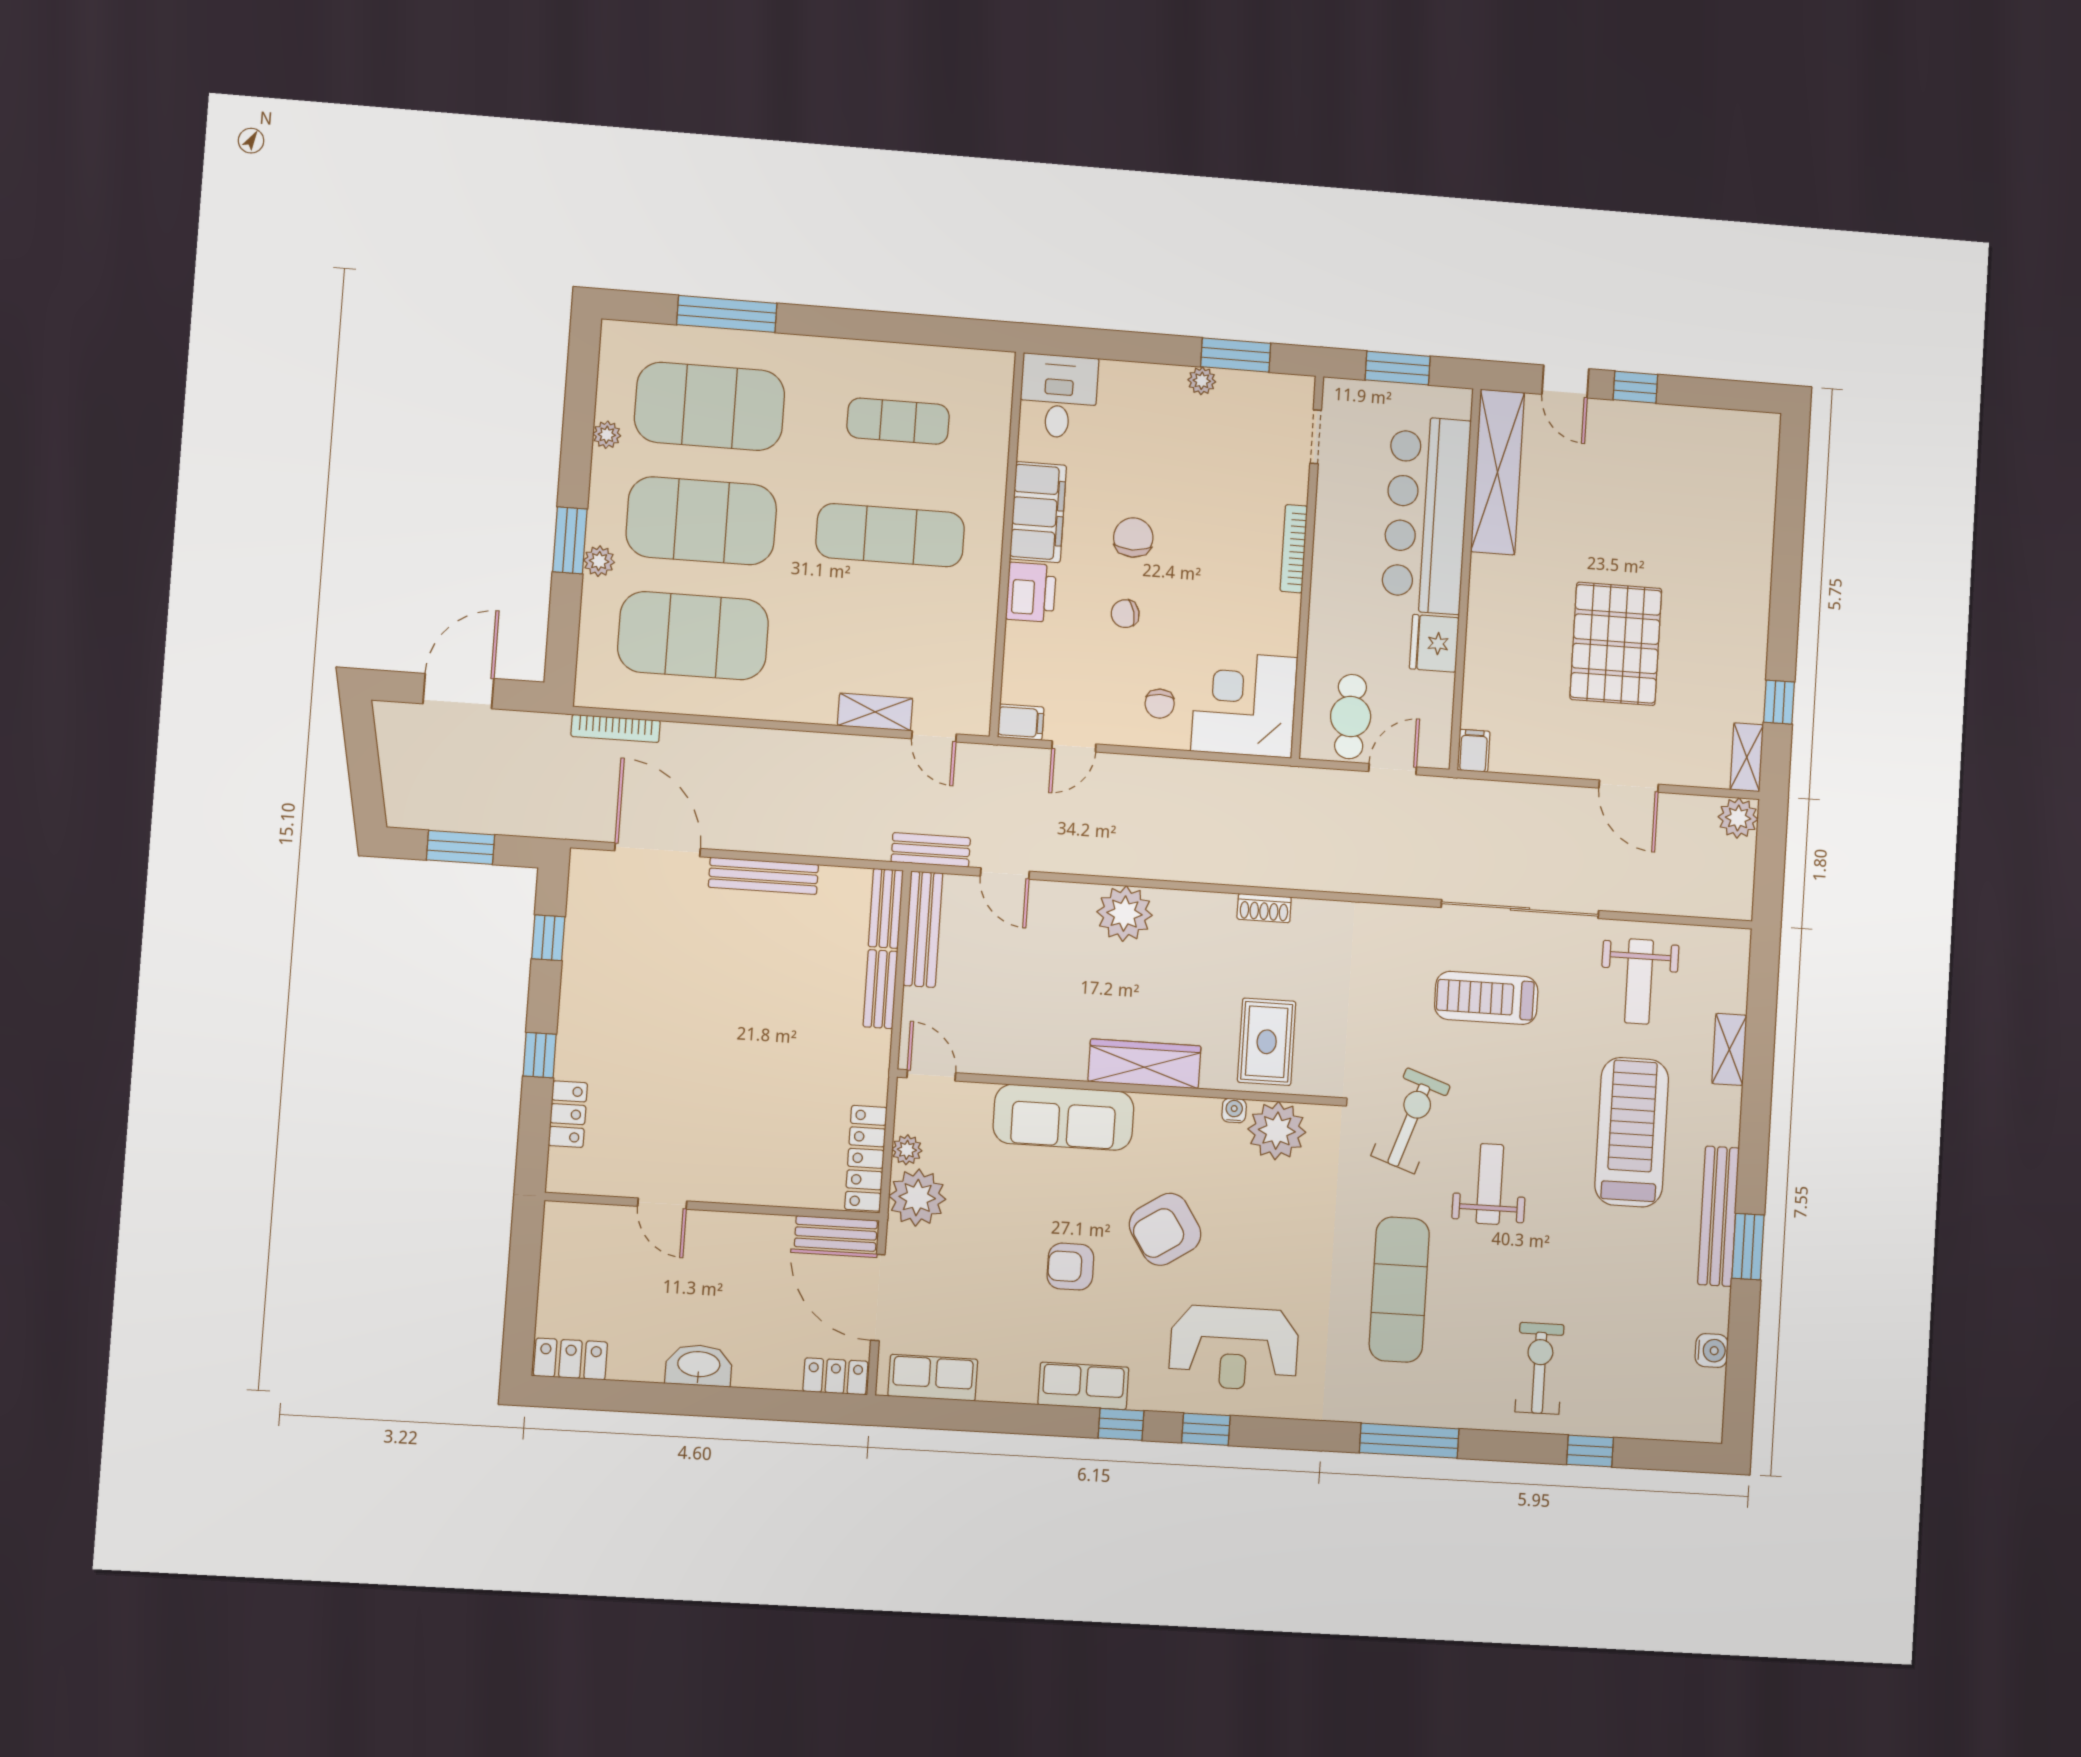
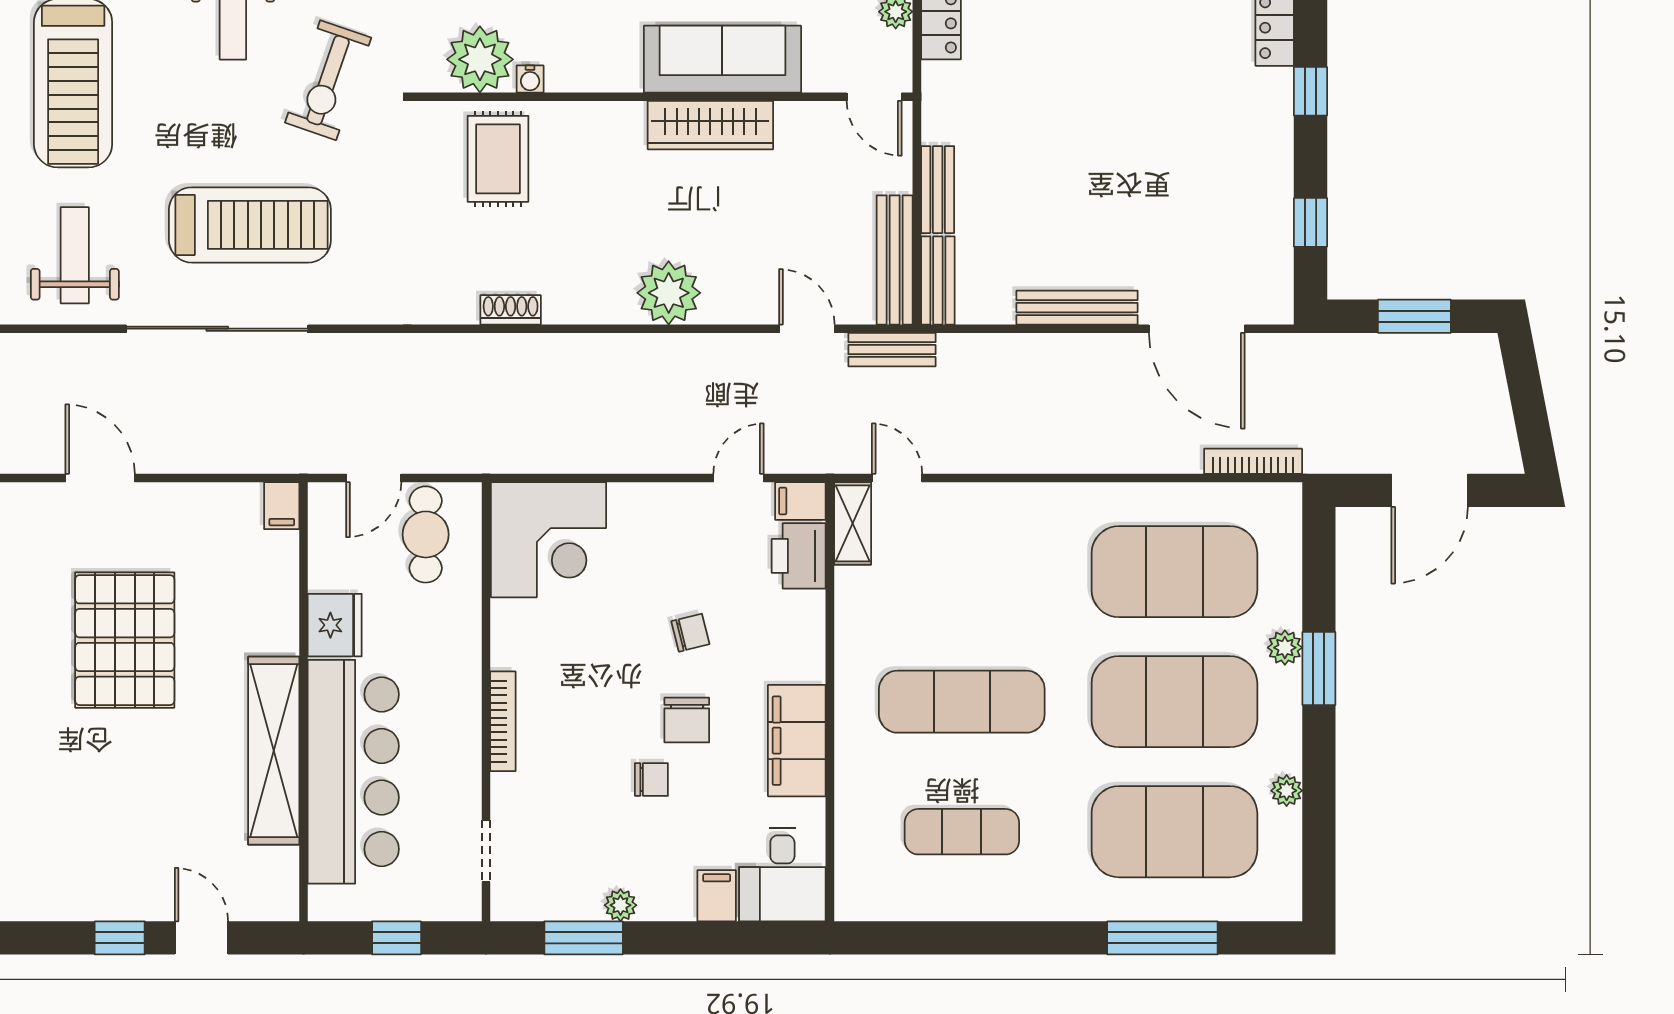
window: (1398, 368) -> (397, 938), width x0.67
filing cabinet: (1117, 382) -> (717, 896), added
shelving: (1498, 472) -> (274, 751), moved
printer: (1031, 592) -> (799, 556), moved
chair: (1160, 704) -> (651, 779), moved, turned 90
shelving: (875, 712) -> (853, 523), moved, turned 90
treadmill: (1486, 998) -> (250, 225), width x1.37, depth x1.38
wardrobe: (1144, 1064) -> (710, 125), moved

